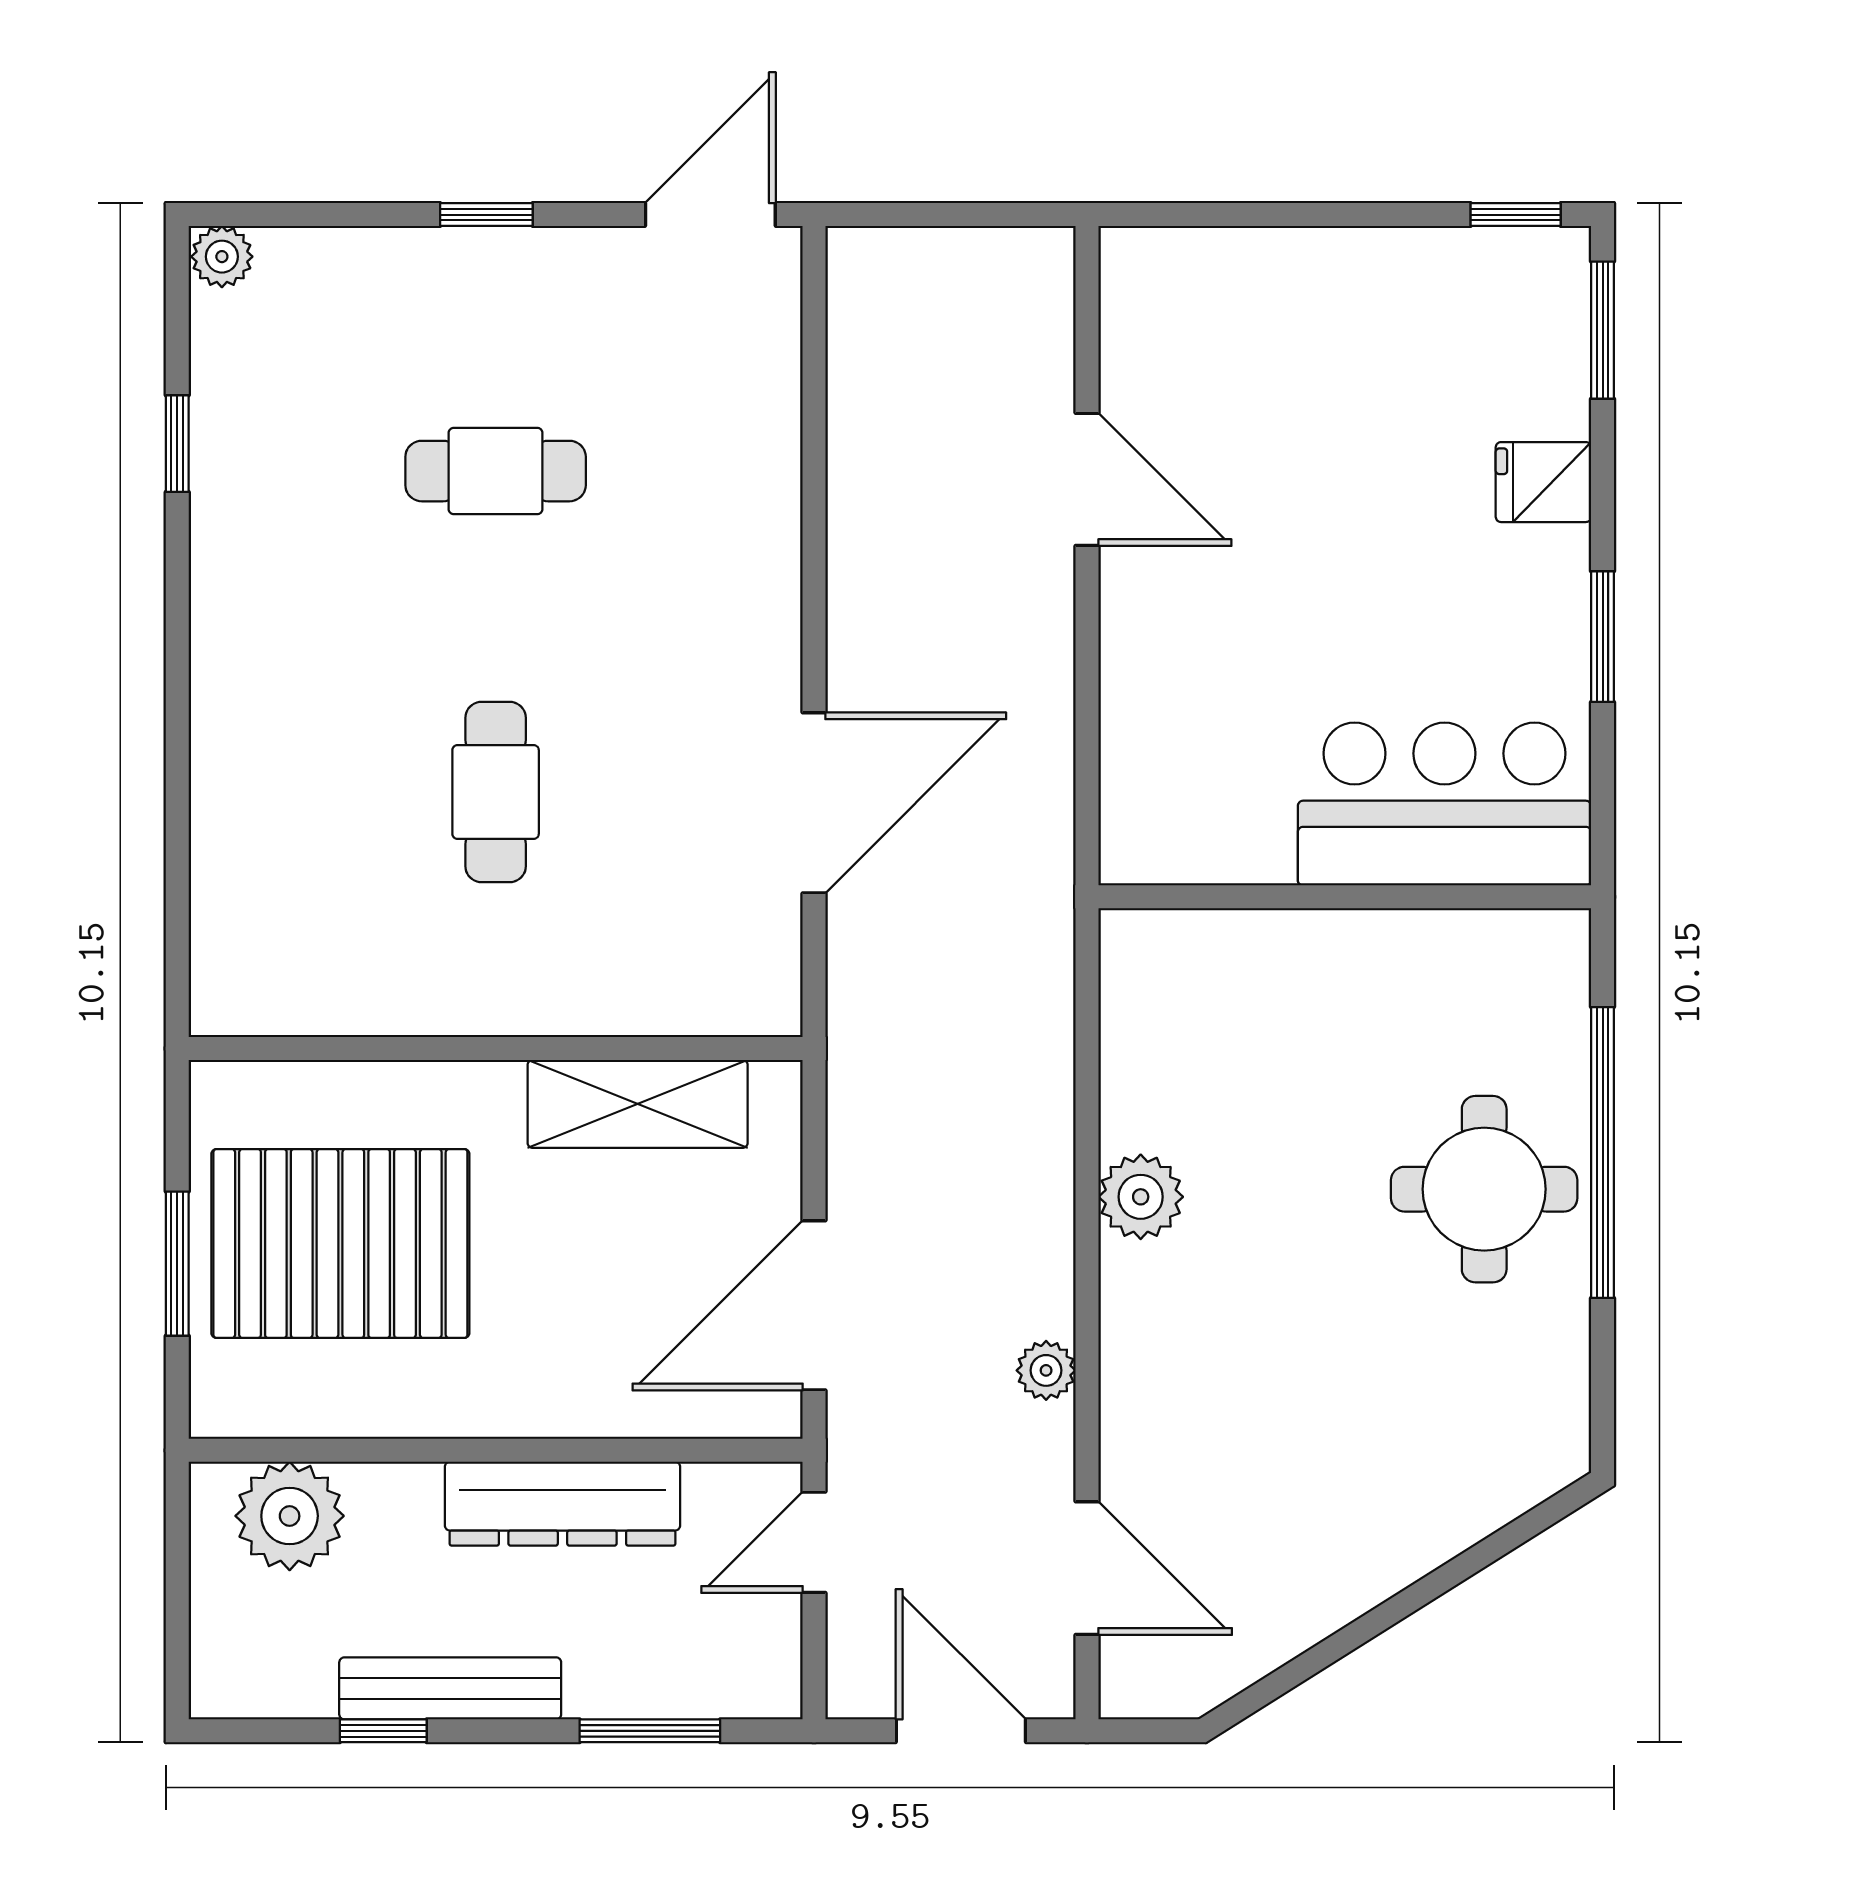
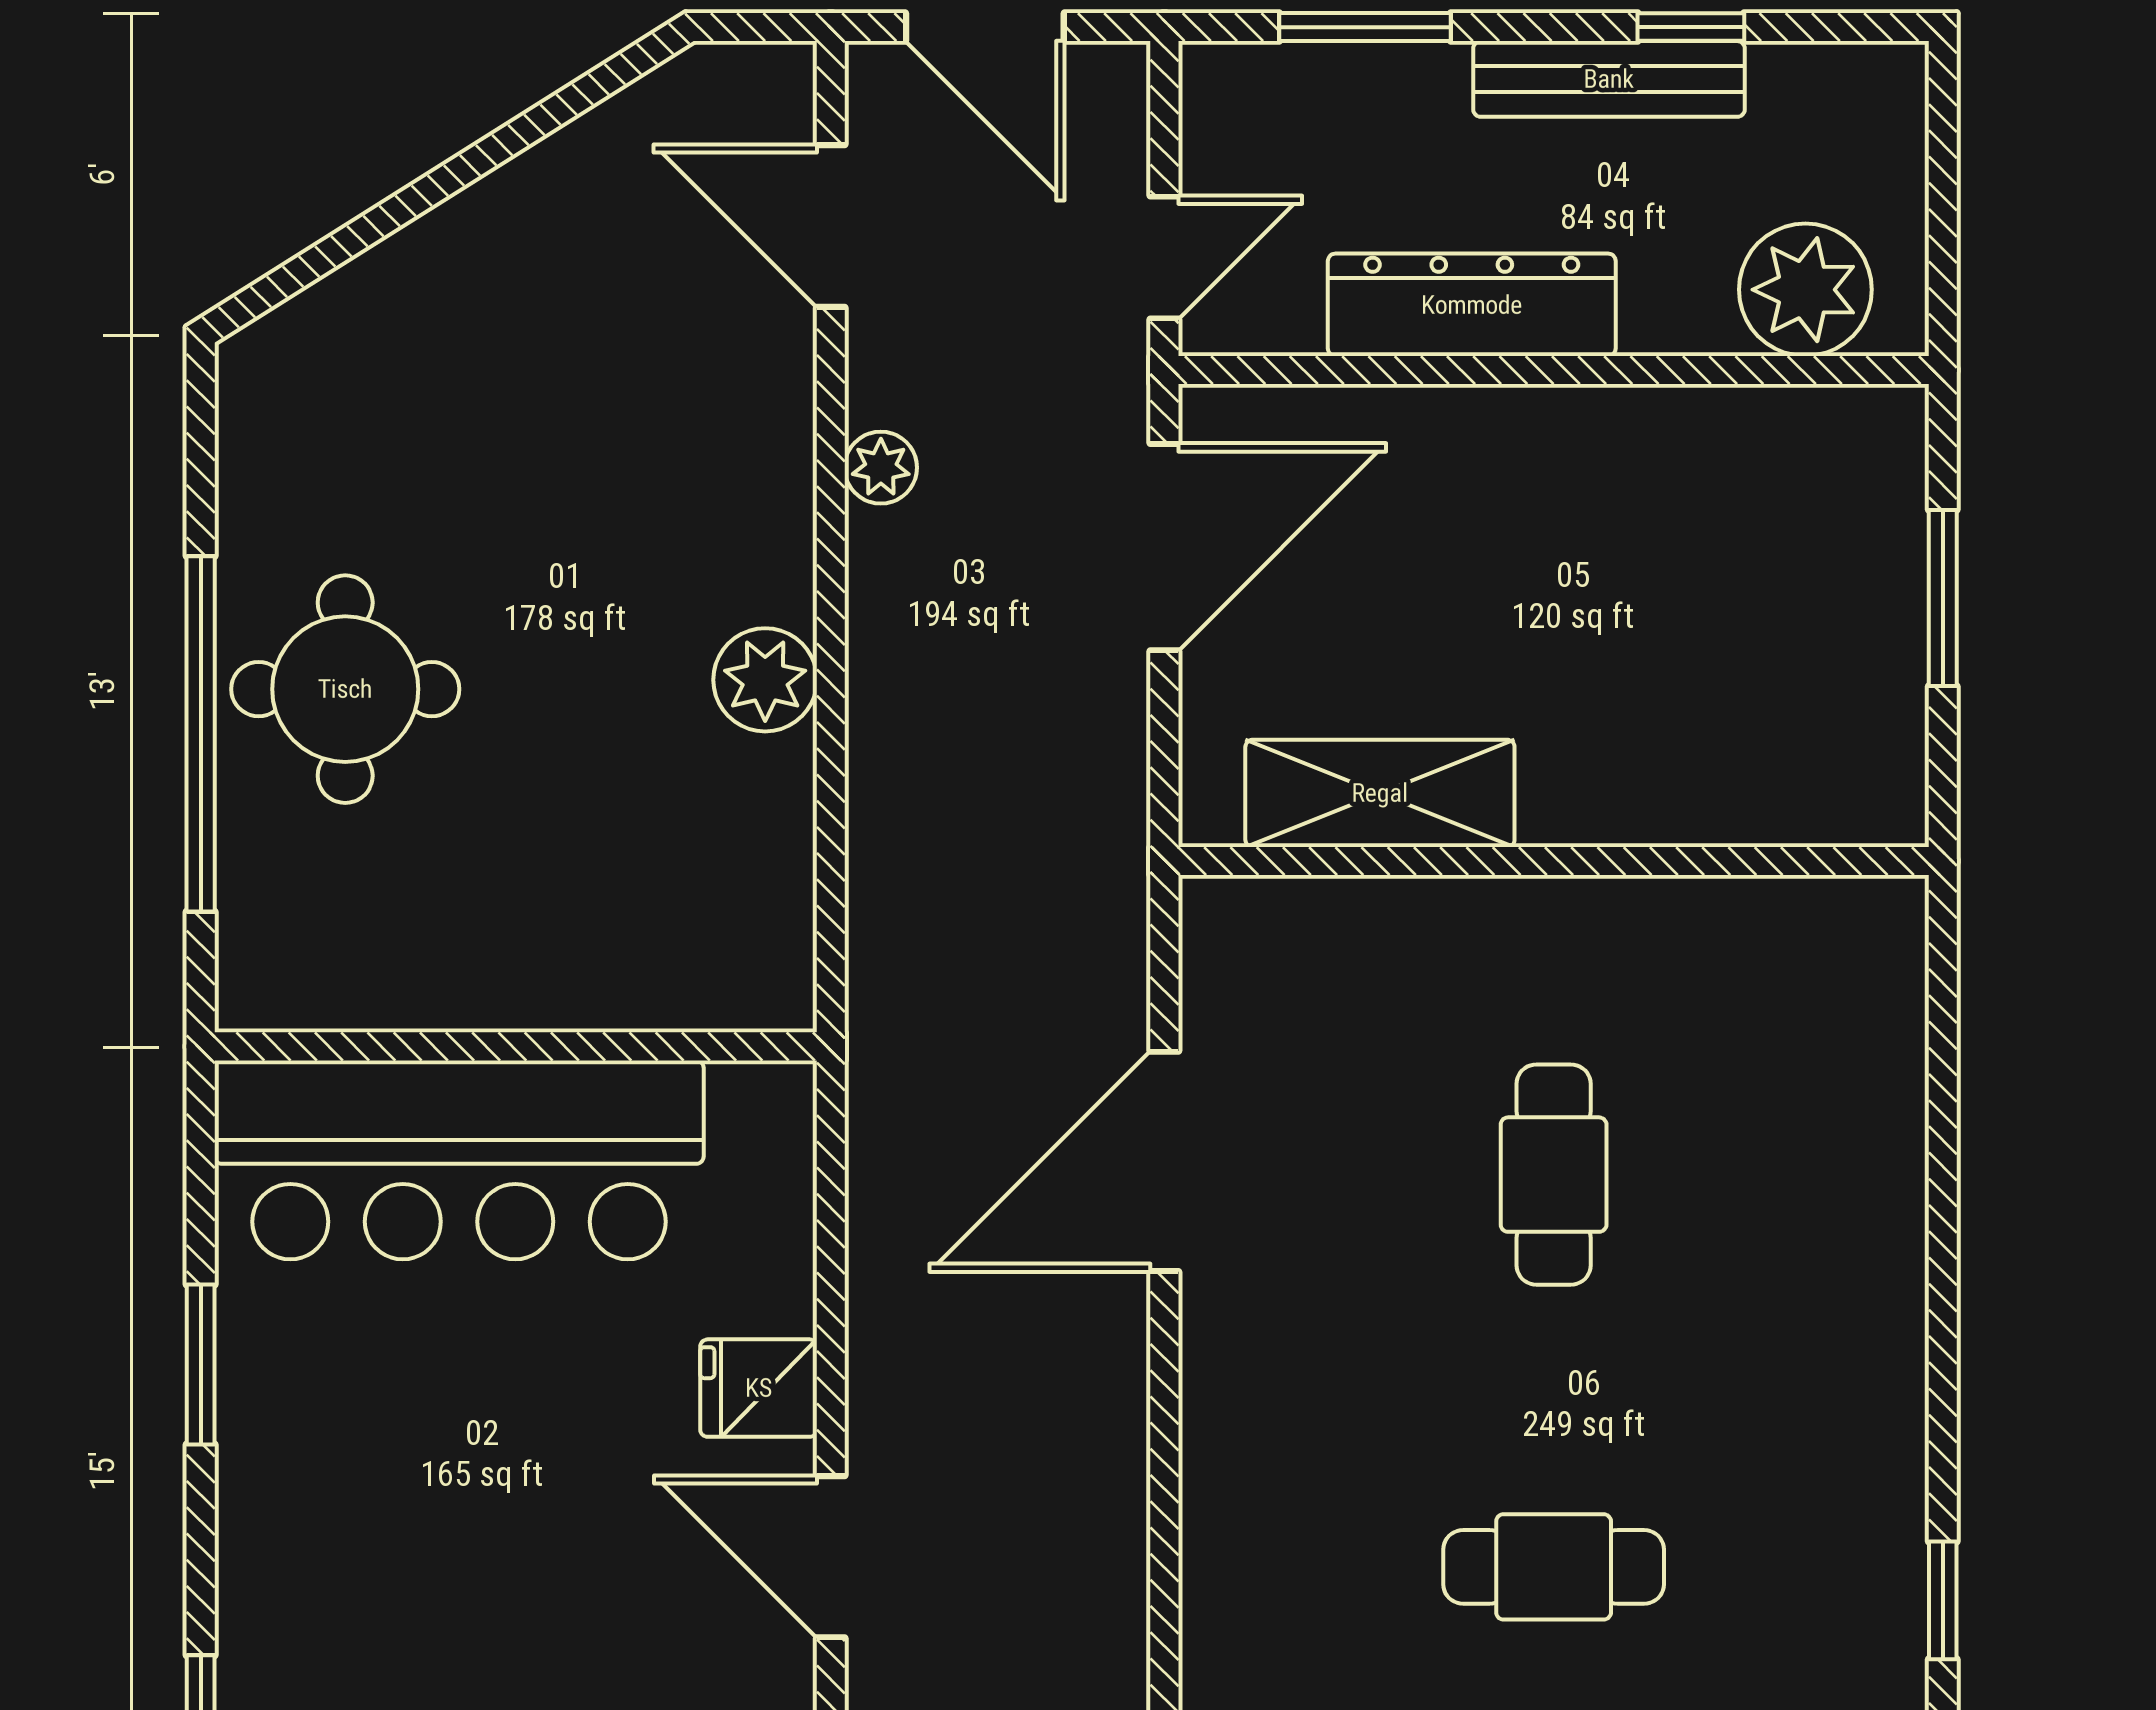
fridge: (1543, 482) -> (759, 1388), moved, turned 180
bar counter: (1444, 804) -> (459, 1160), width x1.36
pallet: (340, 1243) -> (1743, 623), removed

